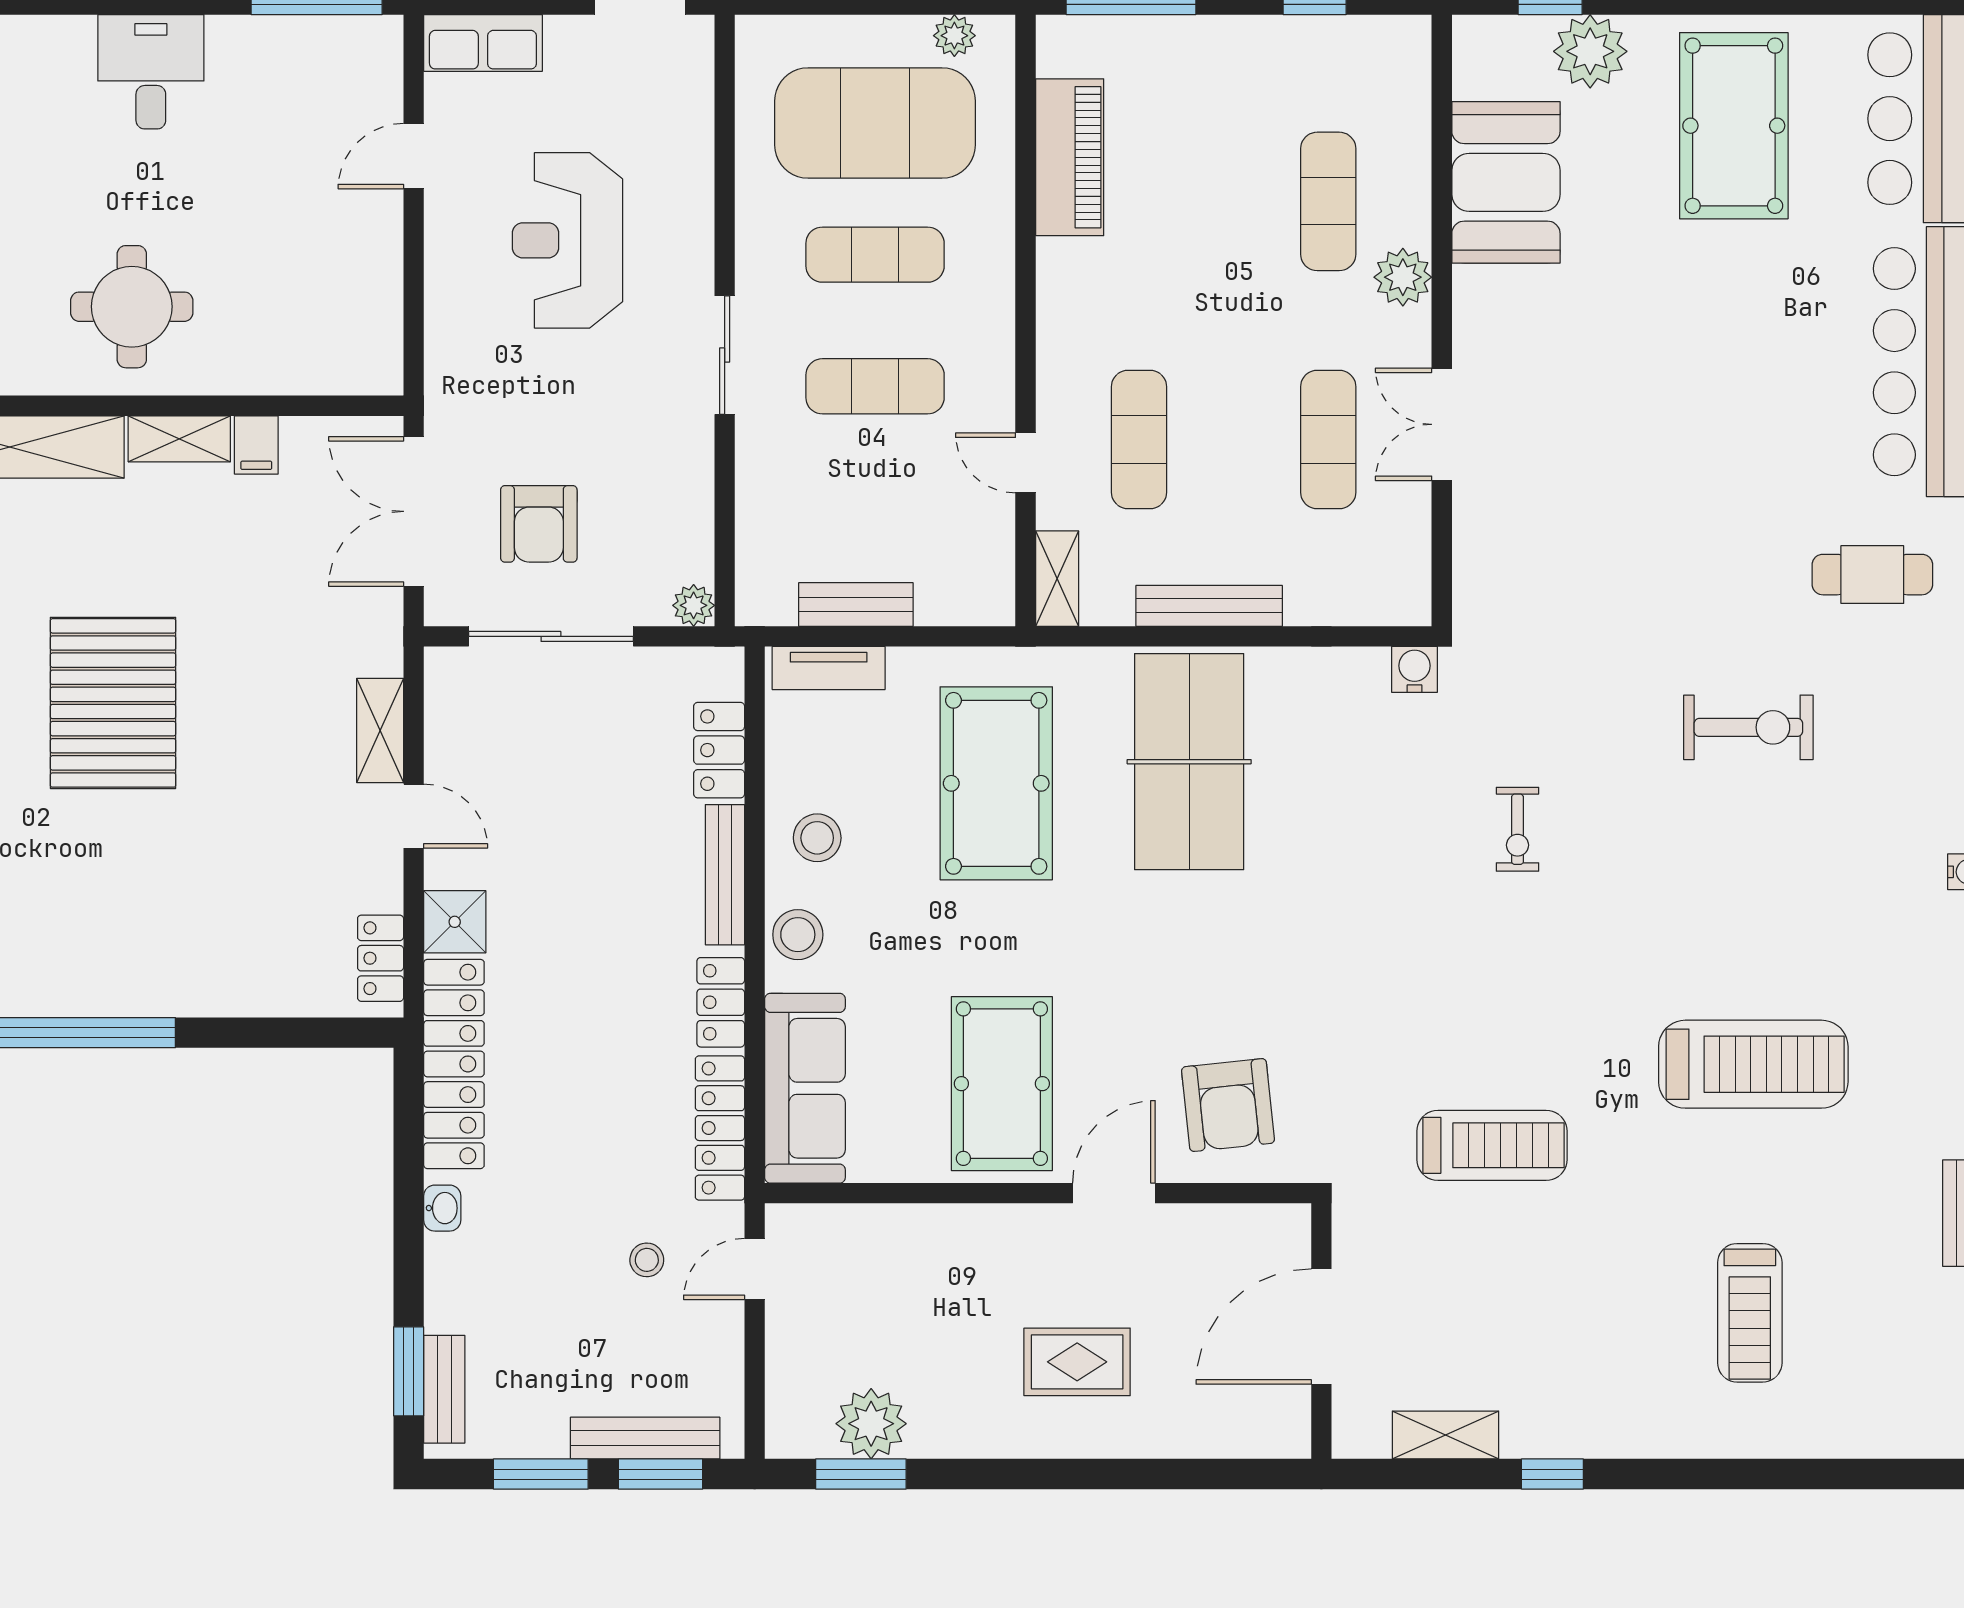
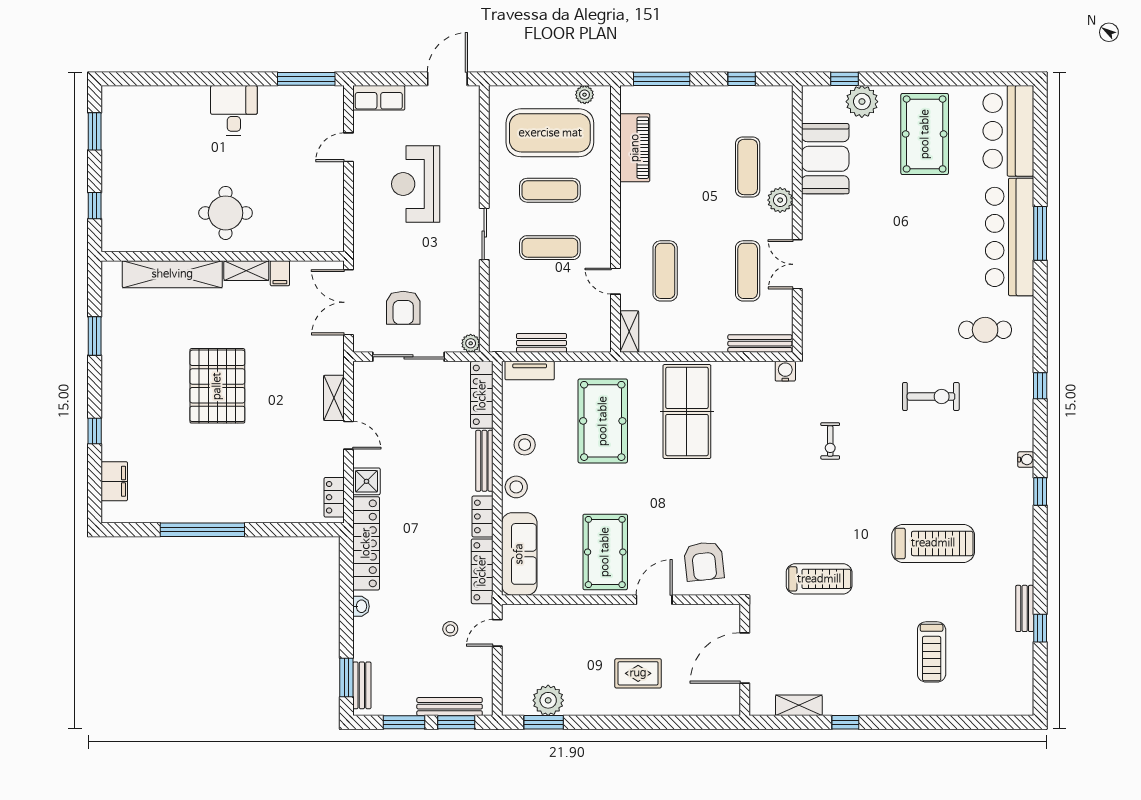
bench: (1209, 606) -> (760, 344), moved
locker: (719, 750) -> (482, 395), width x1.53

